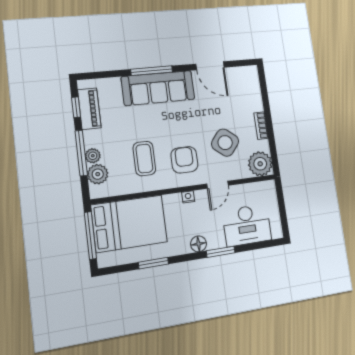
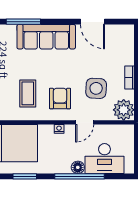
window: (152, 71) -> (23, 22), moved
side table: (225, 143) -> (96, 88), turned -36
floor lamp: (199, 244) -> (78, 167), moved
window: (221, 252) -> (80, 176), width x2.11

